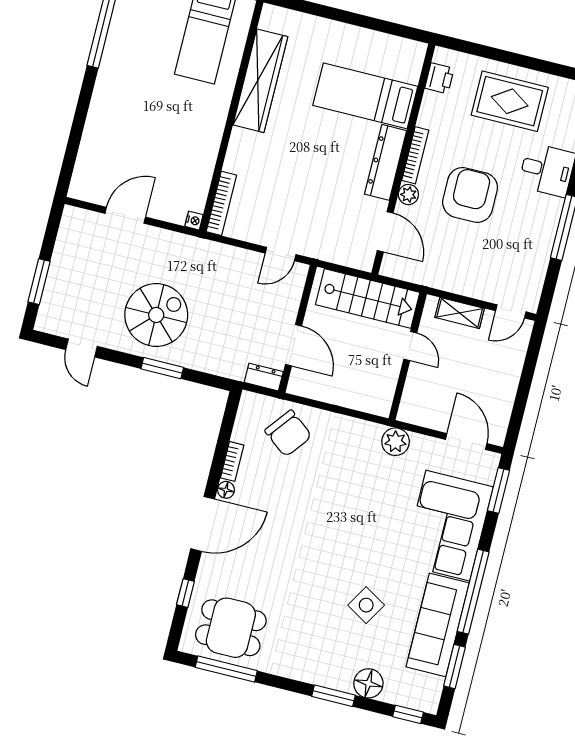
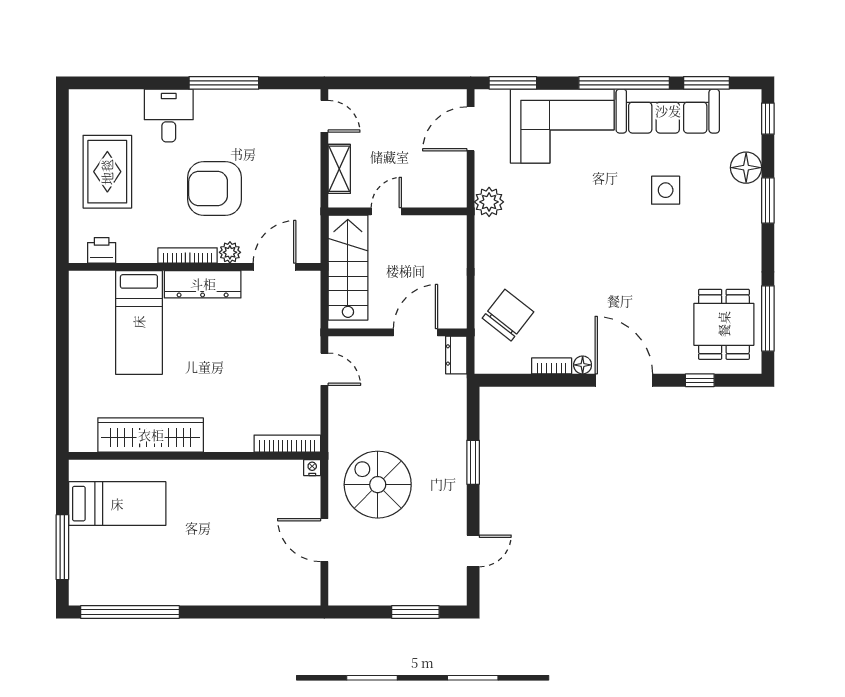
spiral stairs: (156, 315) -> (378, 485), moved
side table: (366, 605) -> (666, 190), turned -31

